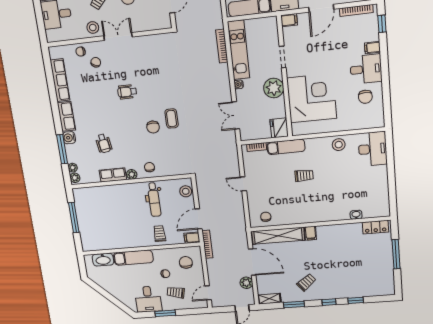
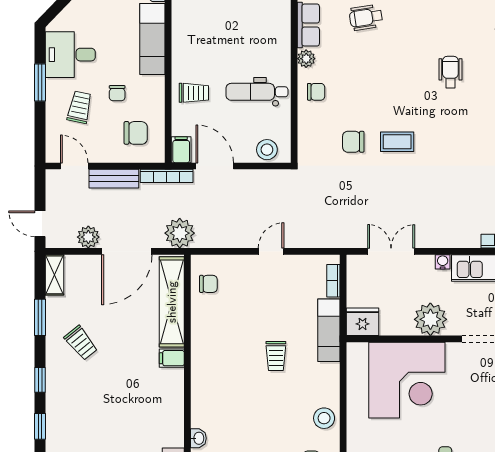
chair: (153, 127) -> (353, 142), moved
plant: (239, 235) -> (180, 233), added
bench: (212, 272) -> (114, 179), added

